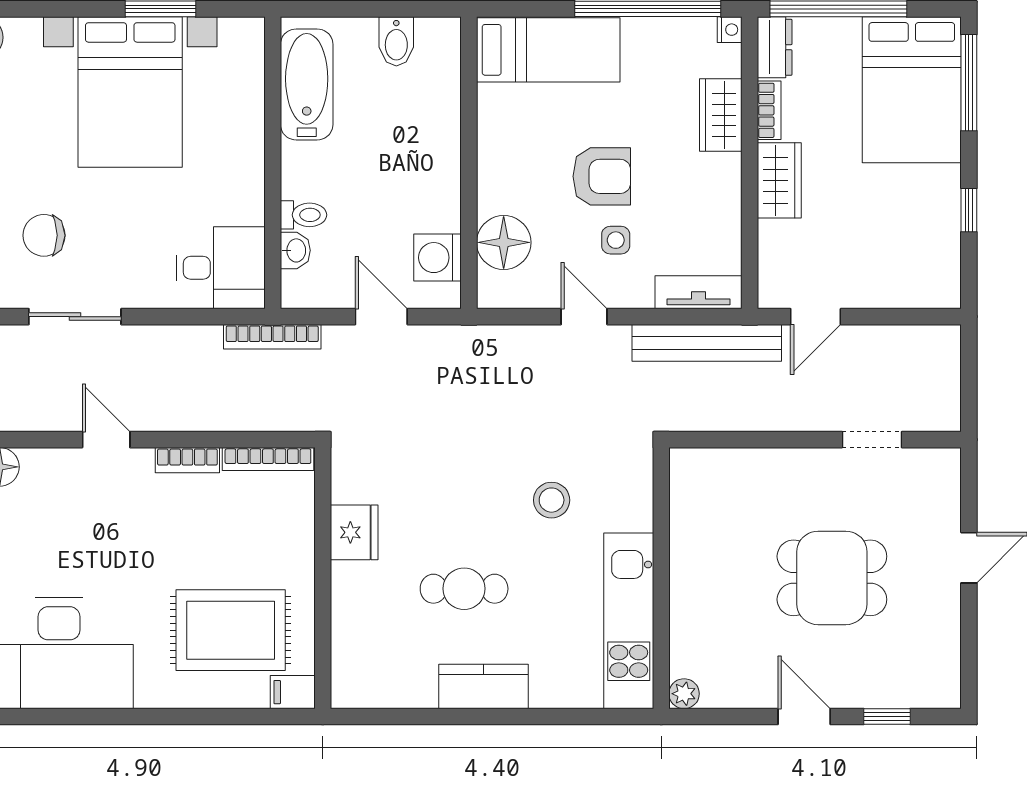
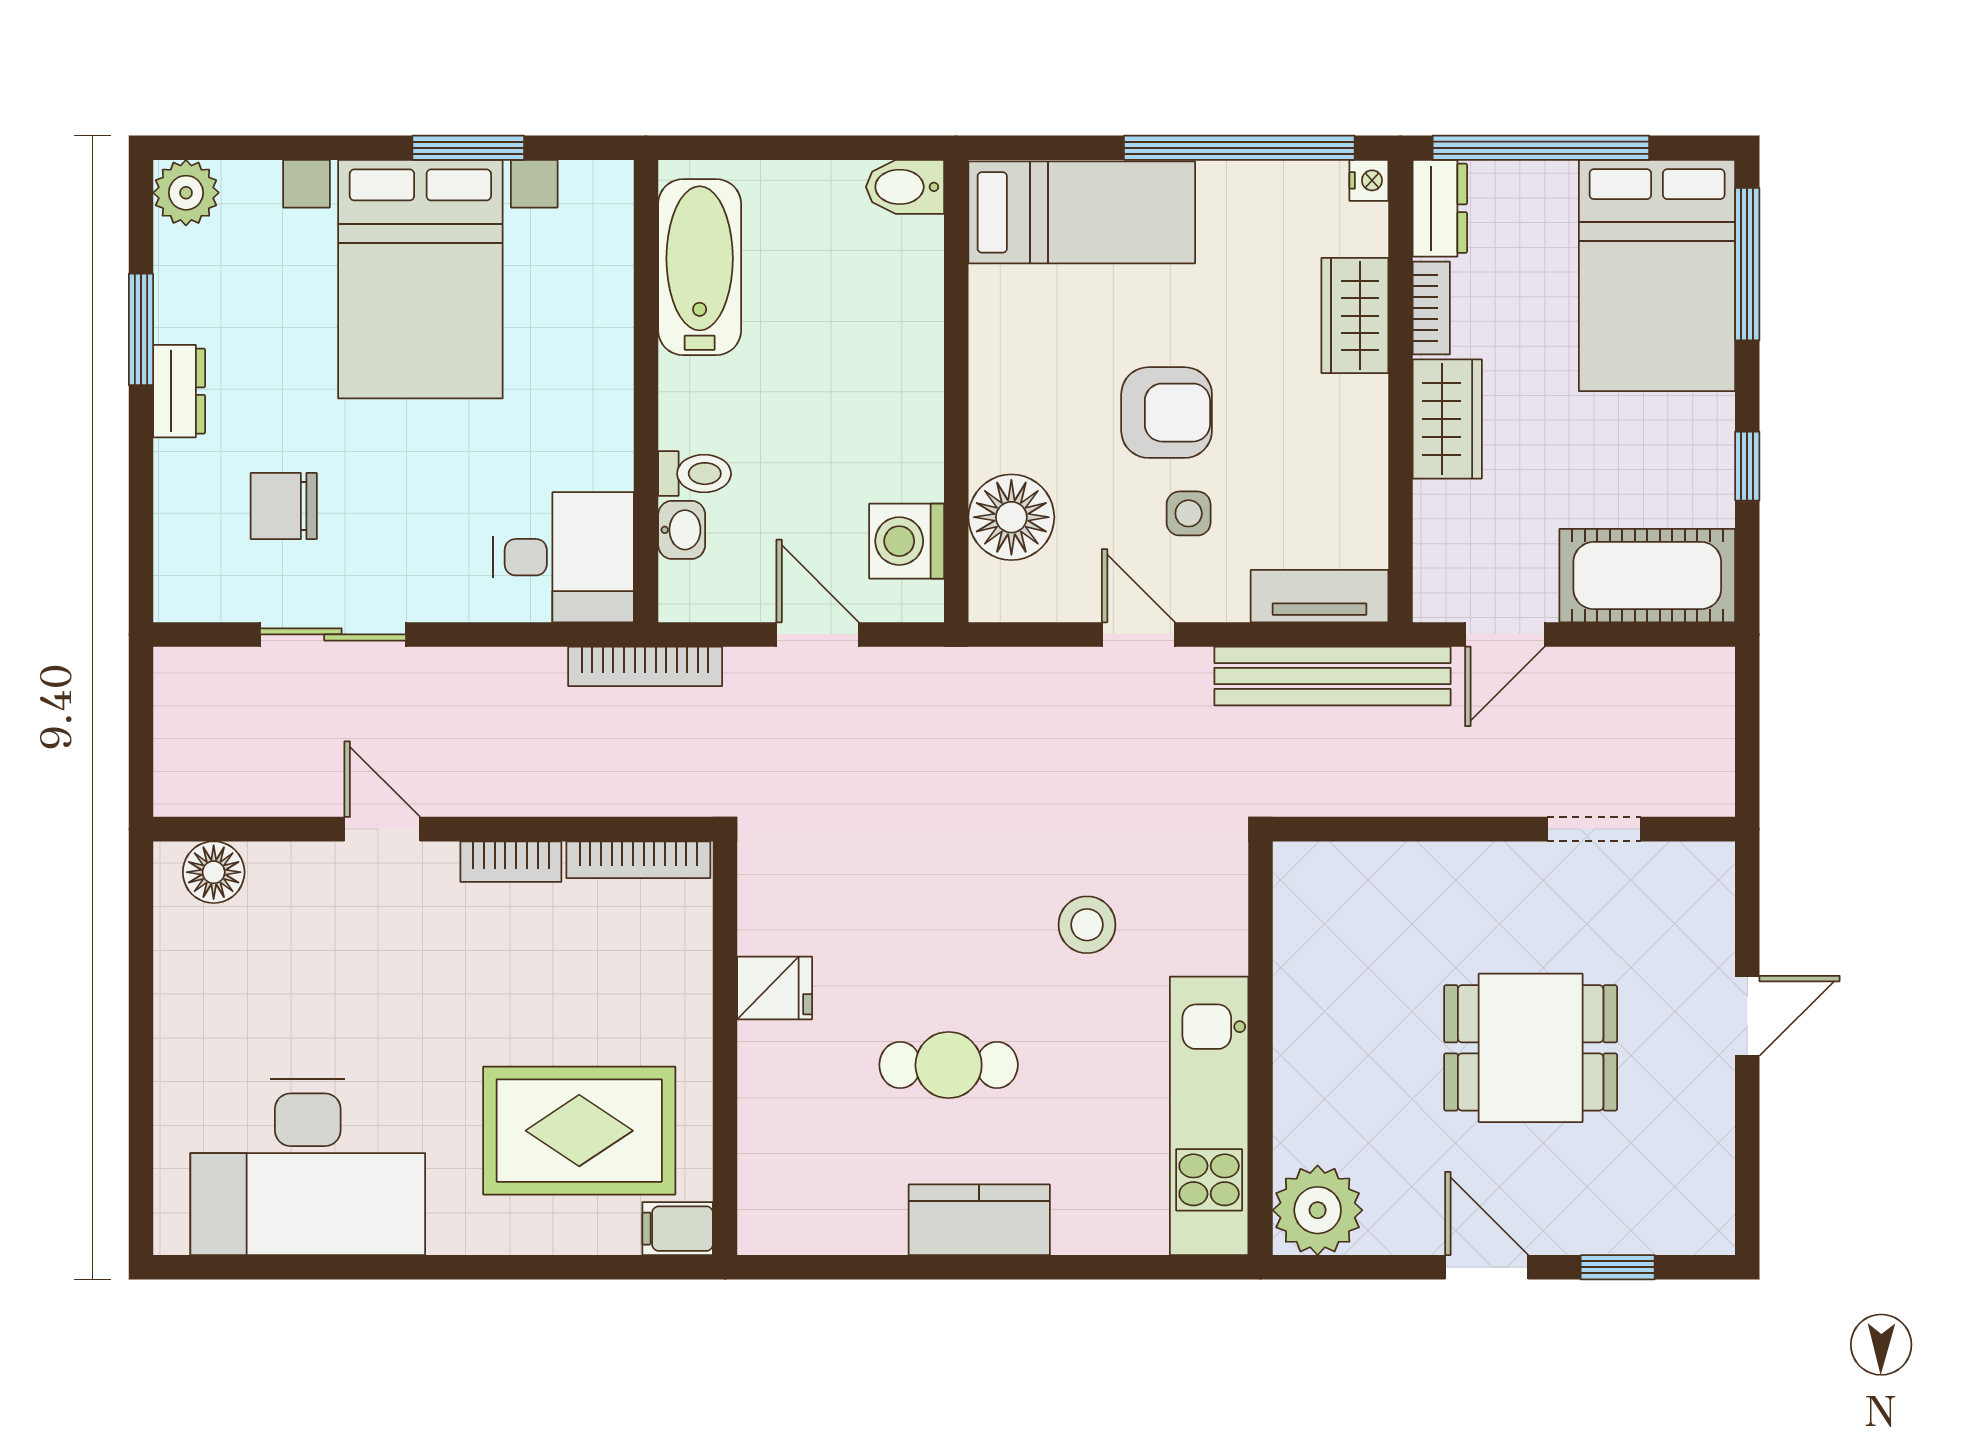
bidet: (396, 41) -> (905, 187), moved, turned 90
cot: (906, 279) -> (1647, 576), added
fridge: (354, 532) -> (775, 988), width x0.72
plant: (684, 694) -> (1318, 1210), width x1.87, depth x1.87

